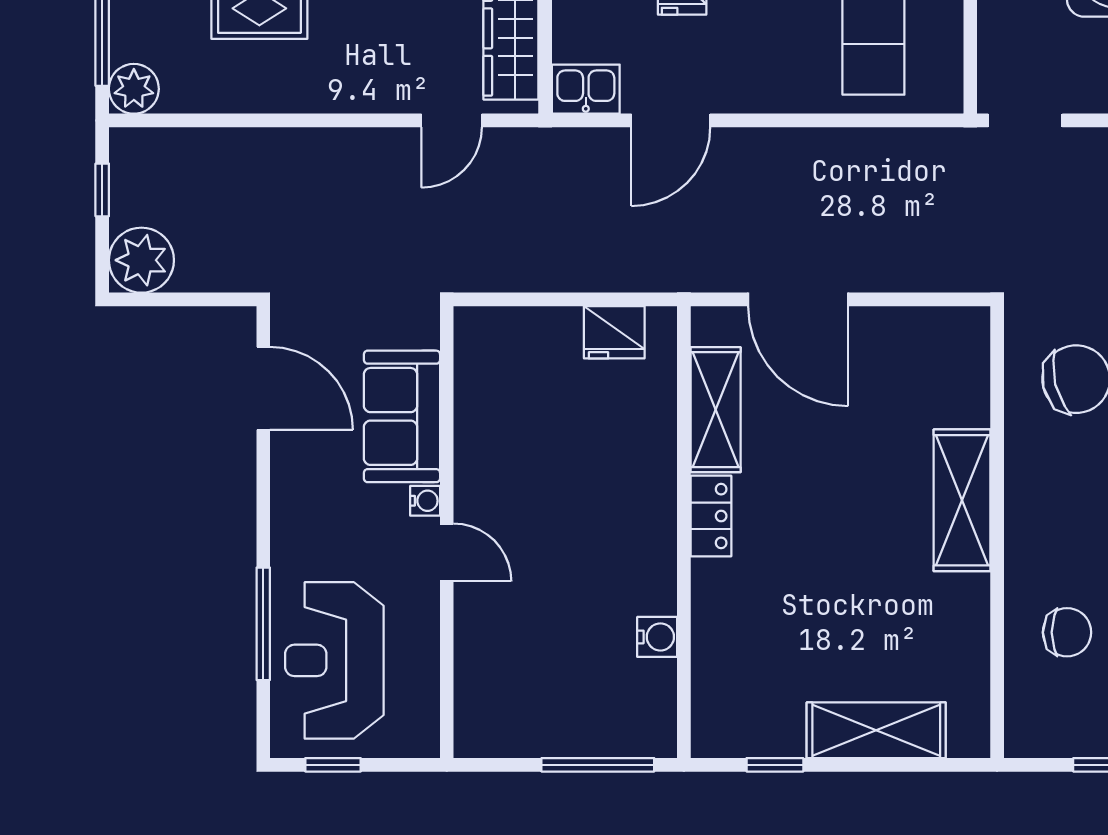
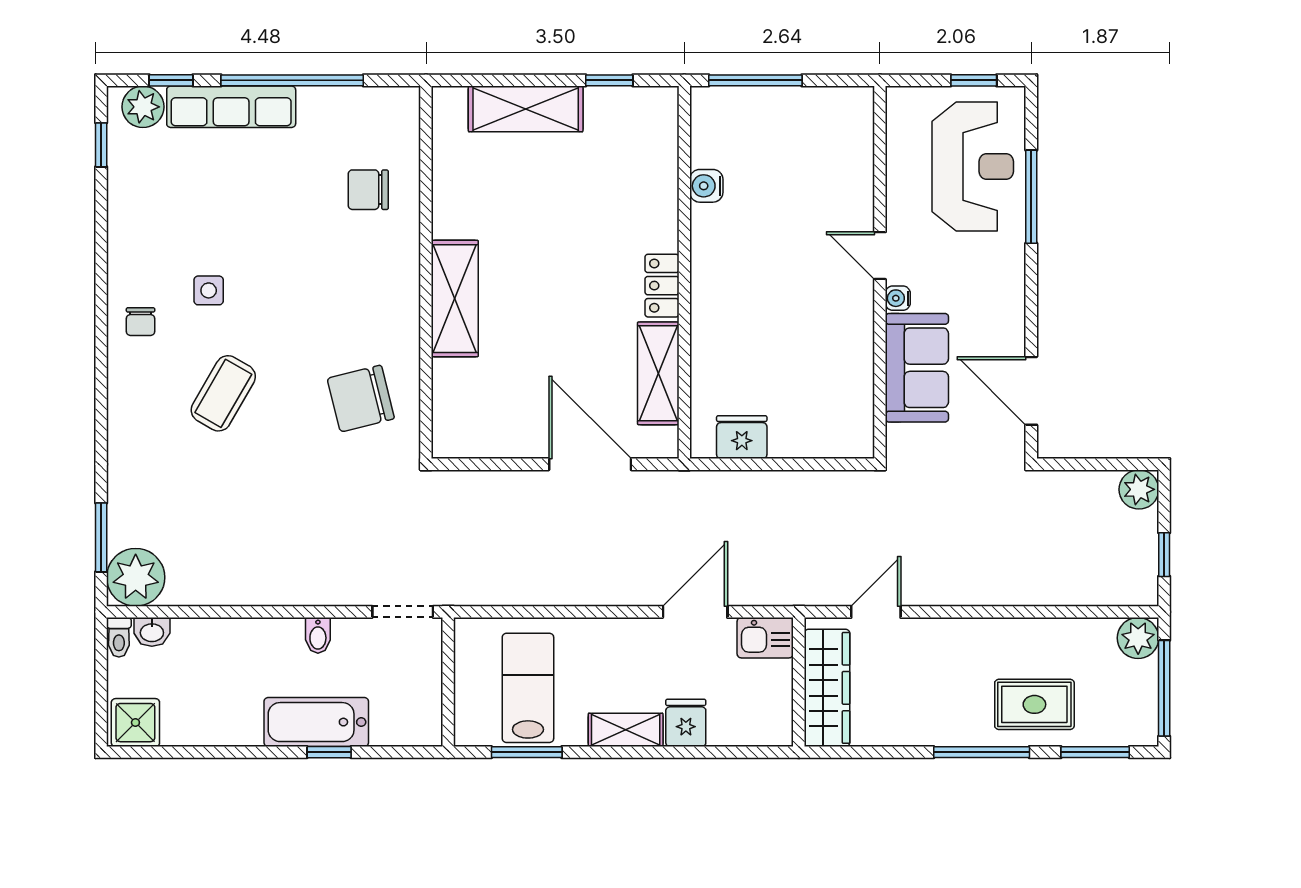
plant: (141, 260) -> (1139, 489), width x0.73, depth x0.73

